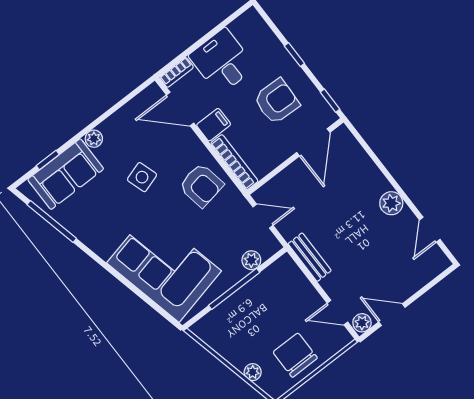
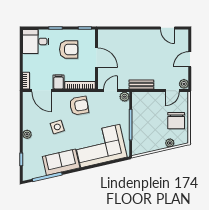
desk: (222, 61) -> (36, 41), moved
armchair: (277, 101) -> (69, 49), turned 88
door: (180, 109) -> (42, 91), hinge flipped
door: (313, 142) -> (96, 58), moved
sofa: (66, 174) -> (61, 162), moved, turned -103
plant: (391, 203) -> (145, 35), removed
plant: (251, 260) -> (125, 97), moved
door: (392, 315) -> (190, 59), moved
chair: (295, 355) -> (176, 121), turned -90

